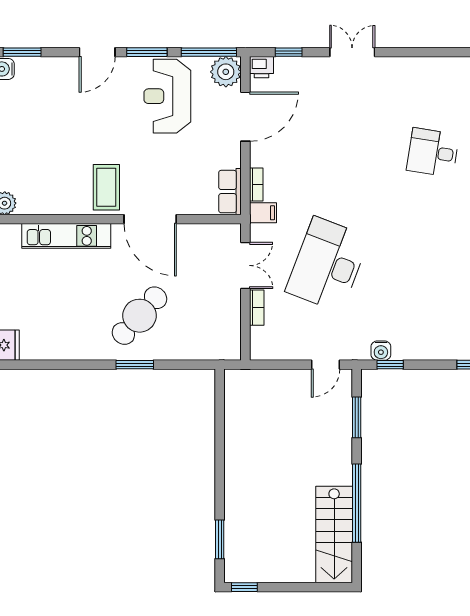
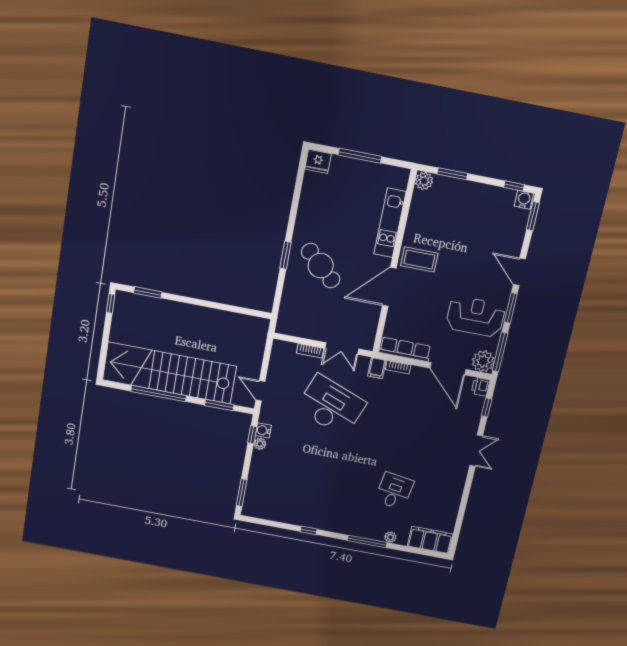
row of seats: (230, 192) -> (405, 349), width x1.48
plant: (401, 352) -> (260, 444), added
stairs: (334, 535) -> (169, 373), width x1.86, depth x1.51

